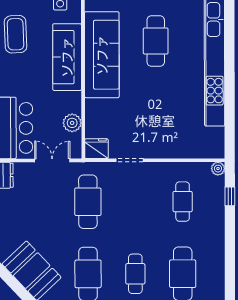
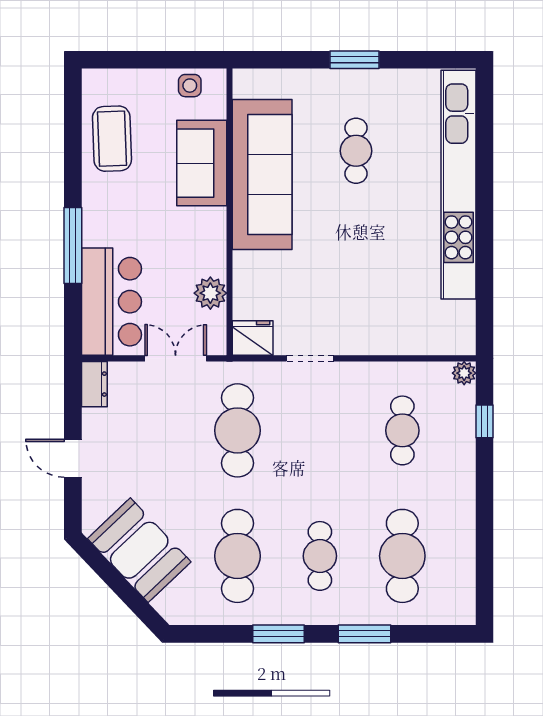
cafe table: (156, 41) -> (356, 151), width x0.73, depth x0.74
sofa: (67, 57) -> (202, 163), width x0.73

